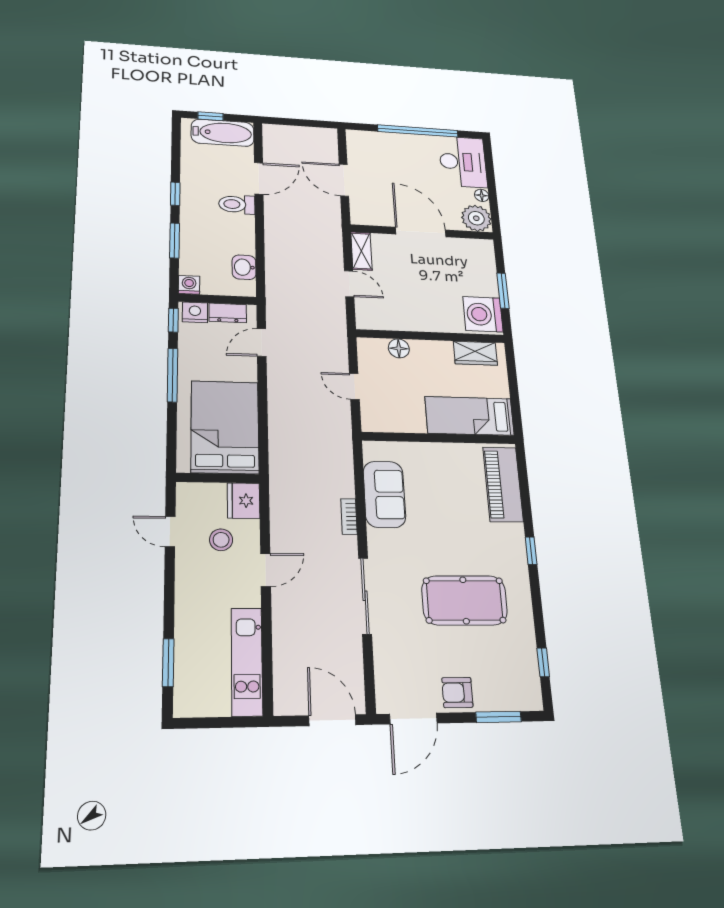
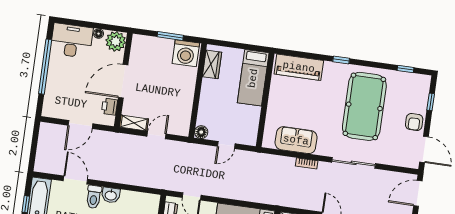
printer: (379, 216) -> (109, 107), added
washbasin: (244, 267) -> (111, 195), moved
floor lamp: (399, 348) -> (201, 132), moved
pool table: (465, 600) -> (364, 106), width x1.36, depth x1.32
window: (499, 717) -> (431, 102), width x0.67

